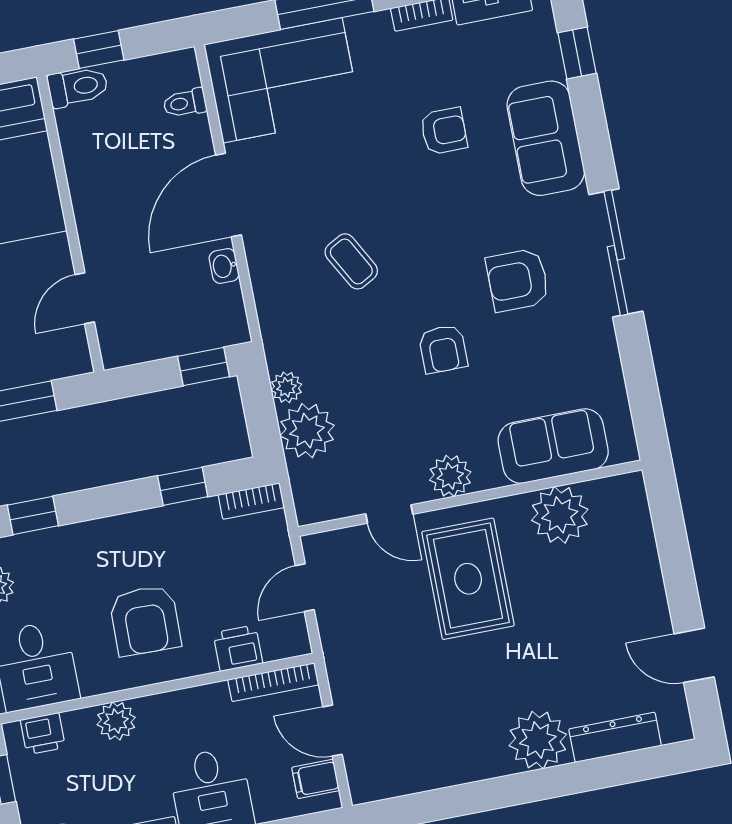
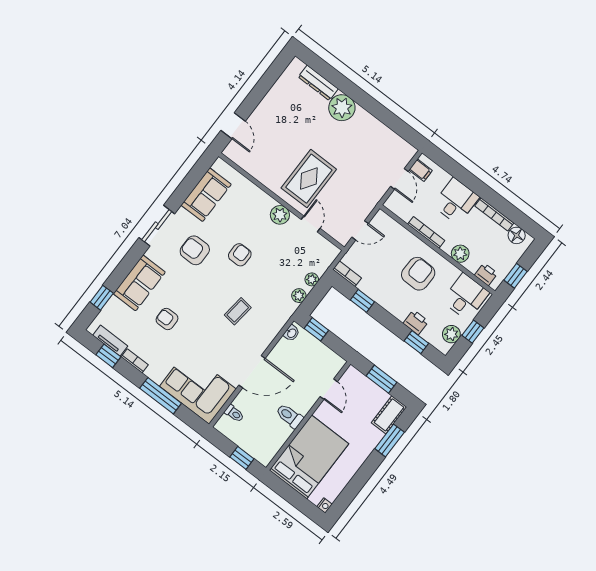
toilet: (78, 87) -> (289, 416), moved
sliding door: (616, 253) -> (157, 226), width x0.73
coffee table: (351, 261) -> (238, 311), turned 36
washbasin: (224, 266) -> (292, 333), moved
armchair: (518, 280) -> (195, 250), turned 180
door: (85, 298) -> (329, 389), hinge flipped
plant: (307, 431) -> (312, 279), width x0.53, depth x0.53
sofa: (553, 446) -> (206, 195), moved, turned -90
plant: (560, 515) -> (261, 167), removed
printer: (238, 648) -> (416, 322), moved, turned 180
door: (694, 655) -> (233, 126), moved
bookcase: (273, 682) -> (426, 232), moved

